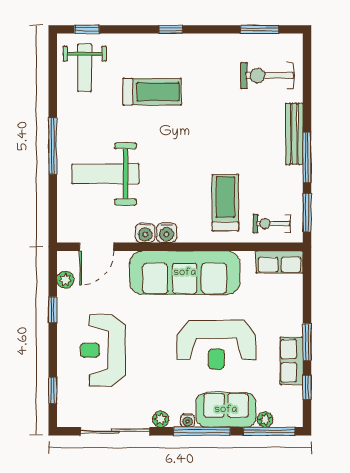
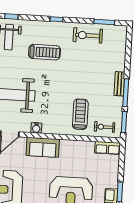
exercise bike: (267, 76) -> (88, 35), moved
bench: (294, 134) -> (119, 84), width x0.73
water cooler: (167, 233) -> (48, 128), removed
sofa: (185, 273) -> (43, 147), width x0.54, depth x0.79

